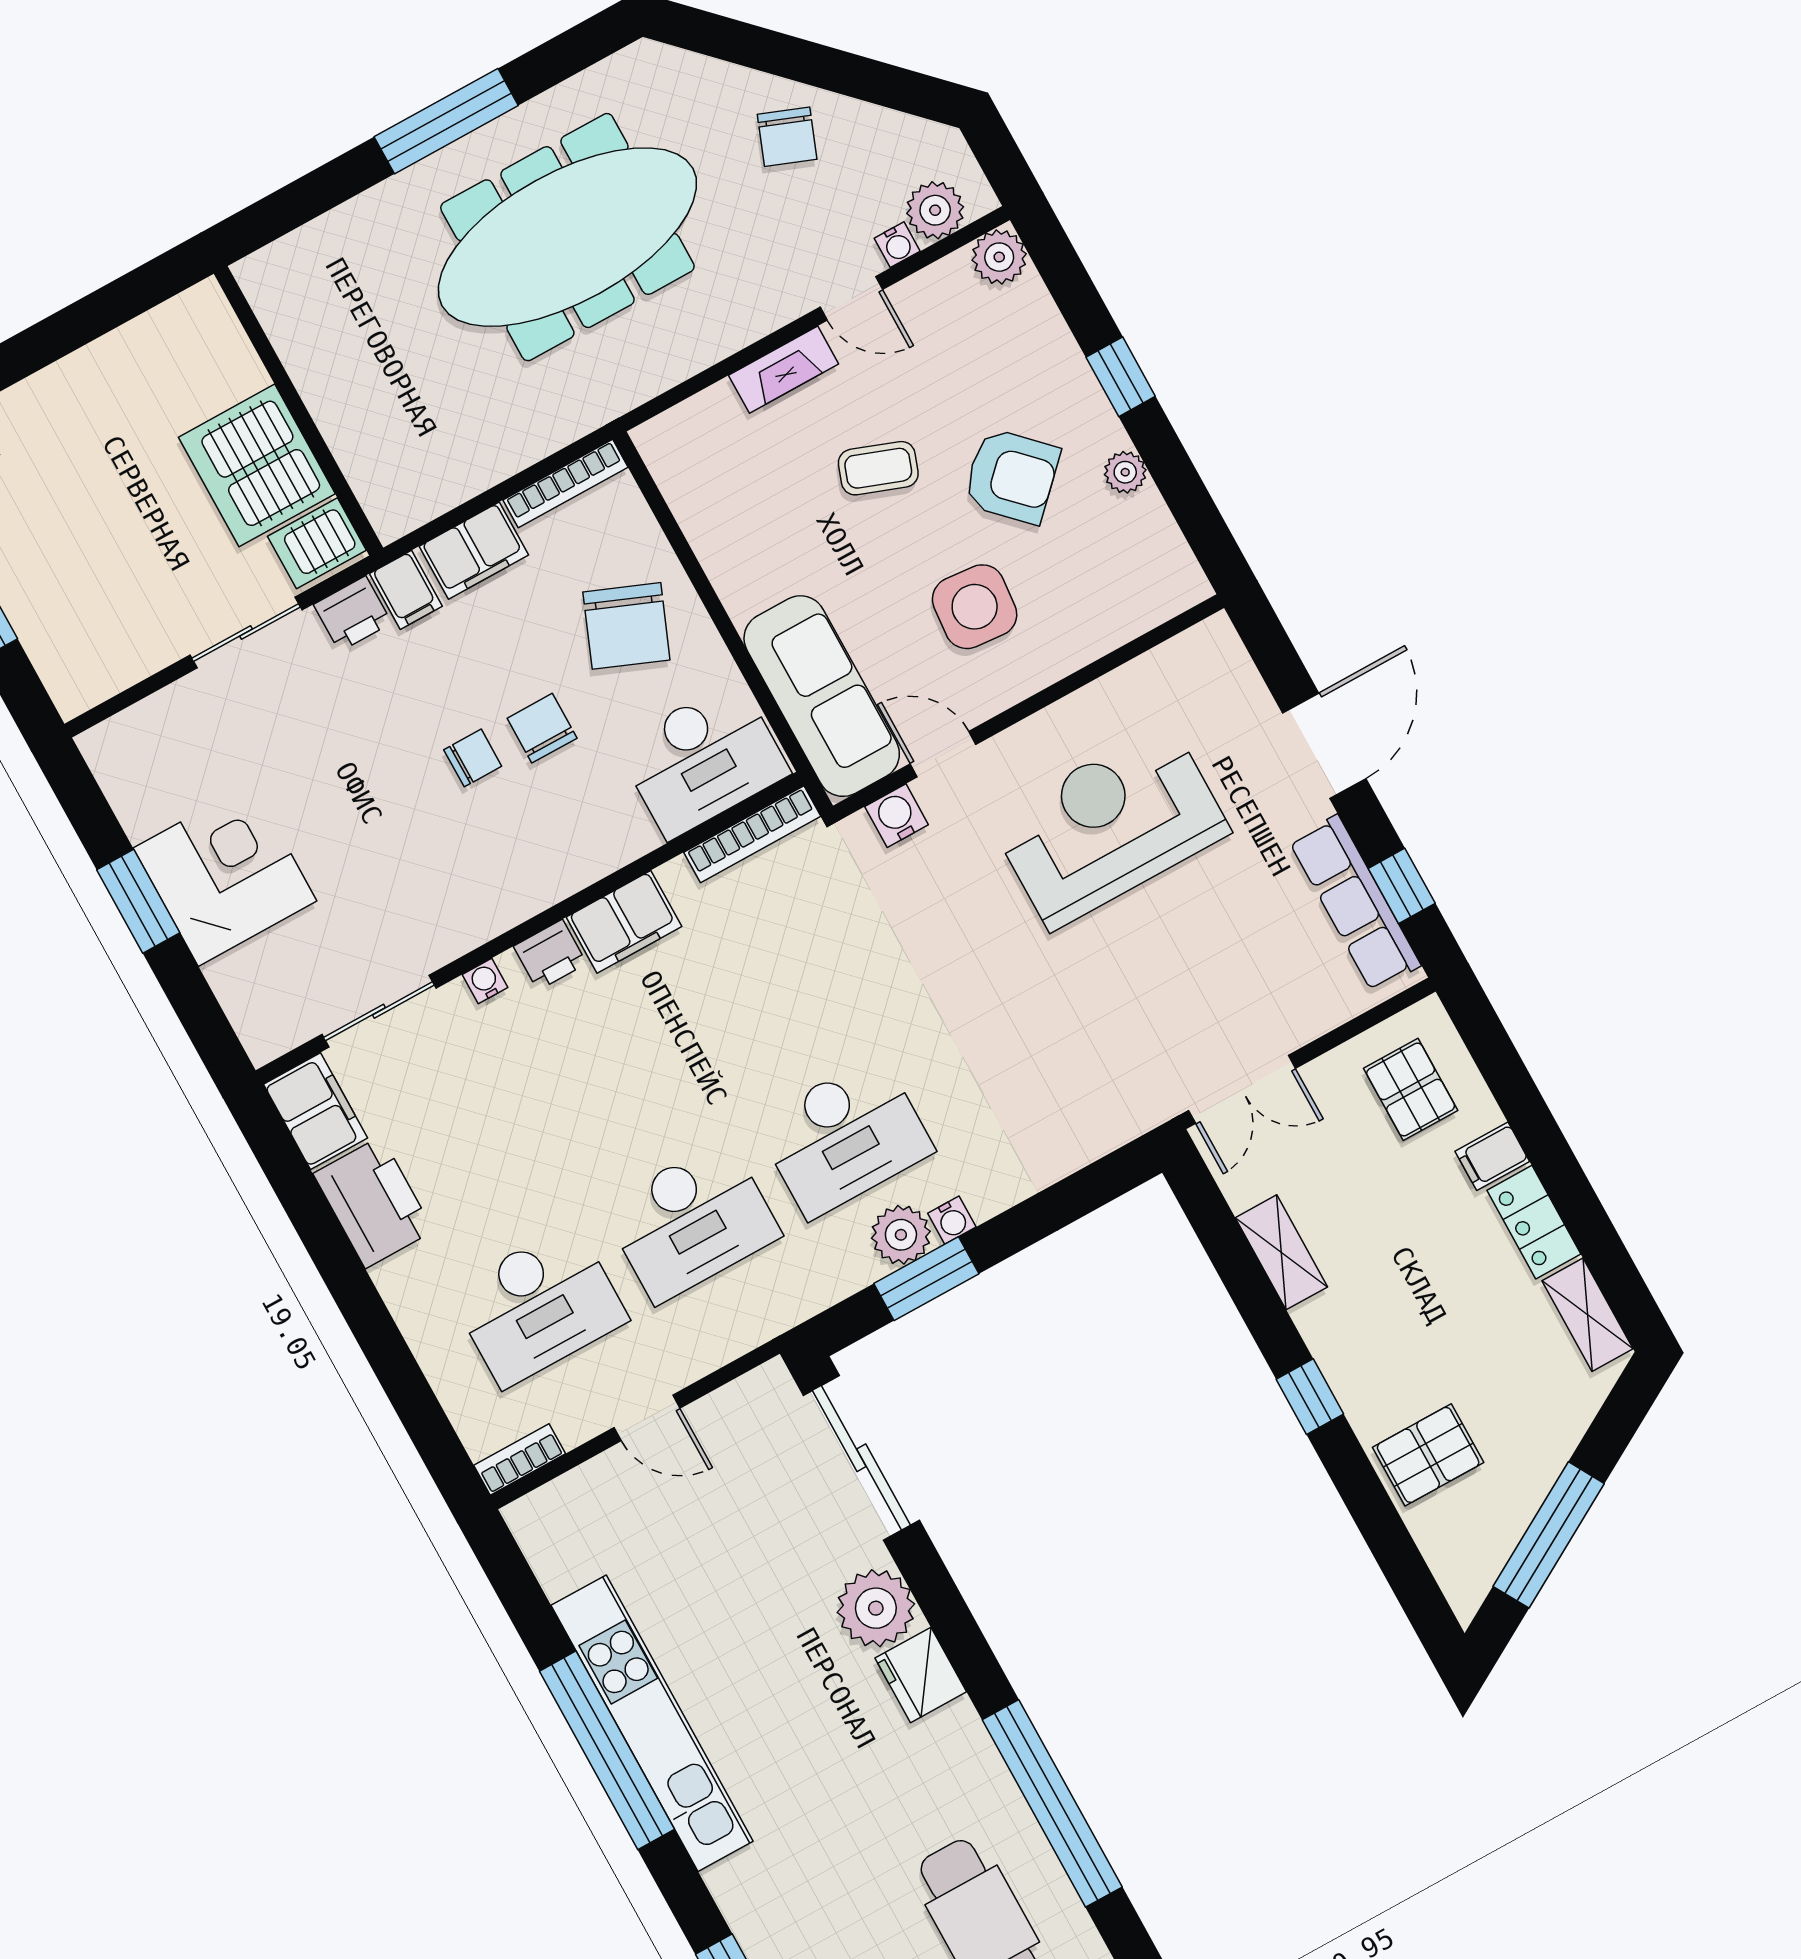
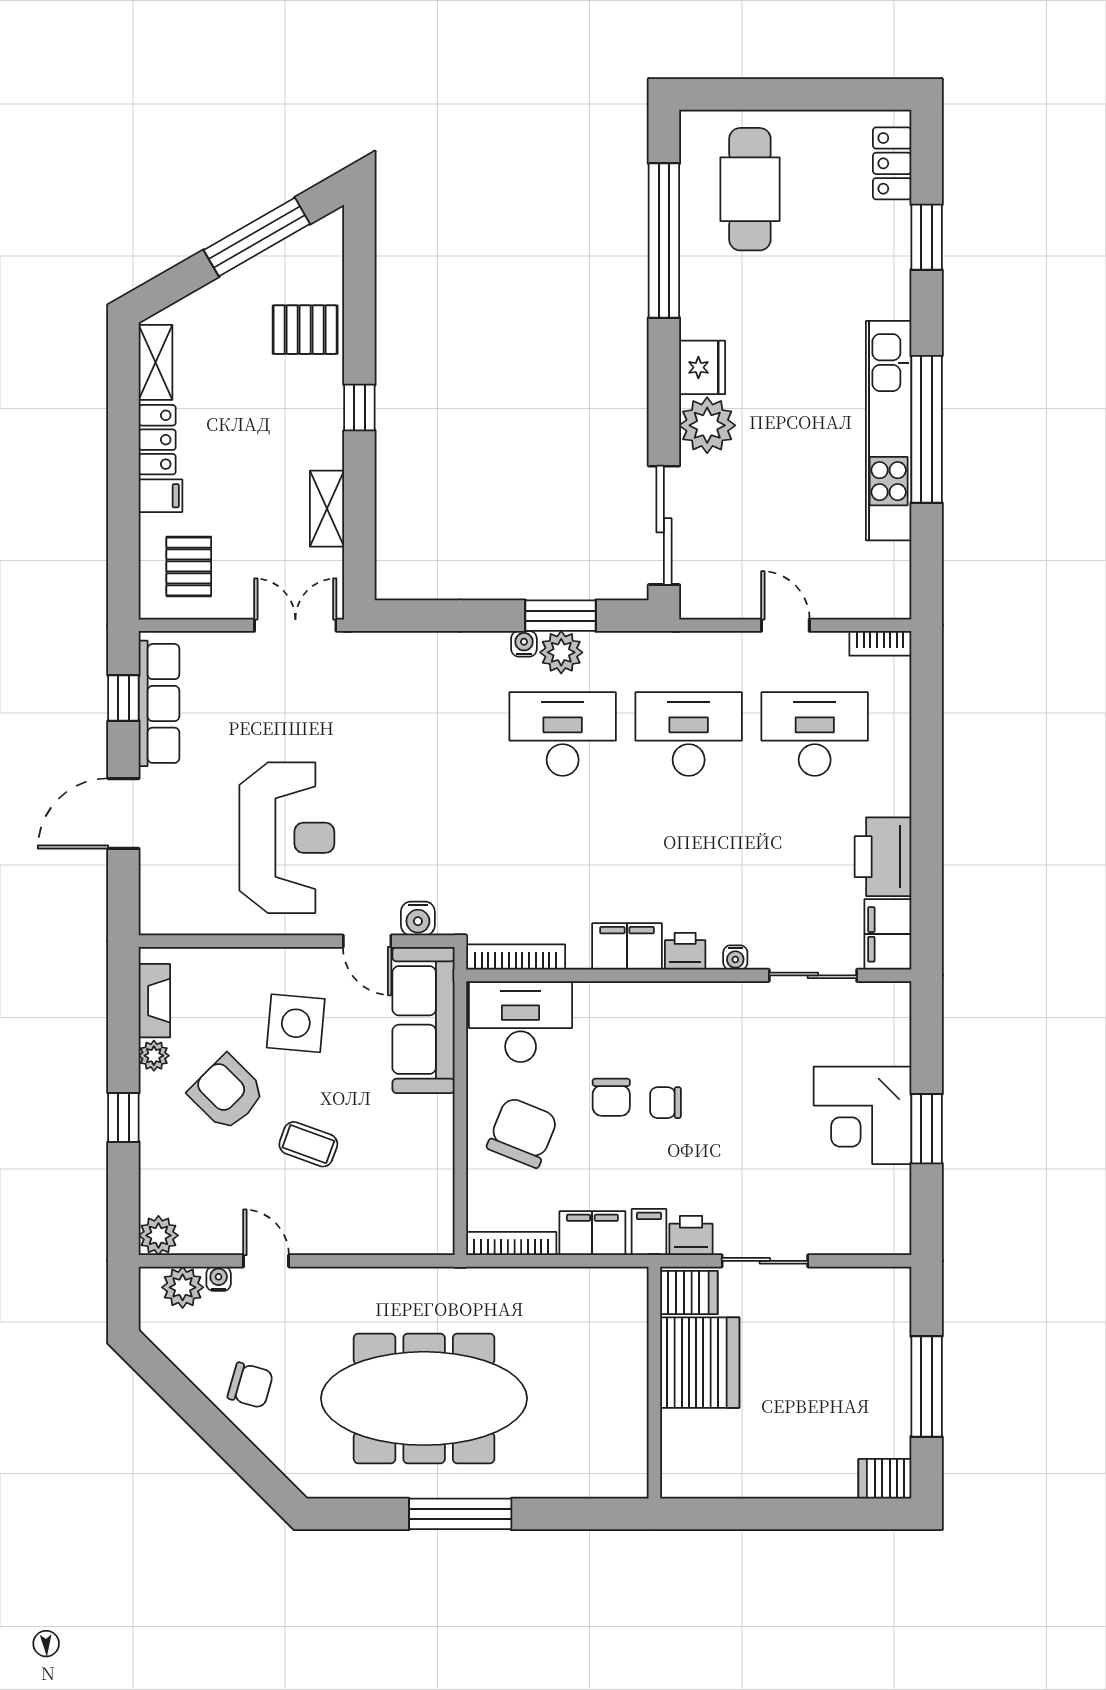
chair: (787, 137) -> (250, 1385), turned 85
fireplace: (784, 370) -> (154, 1001), moved, turned 90
reception desk: (1110, 826) -> (287, 838), turned -90

